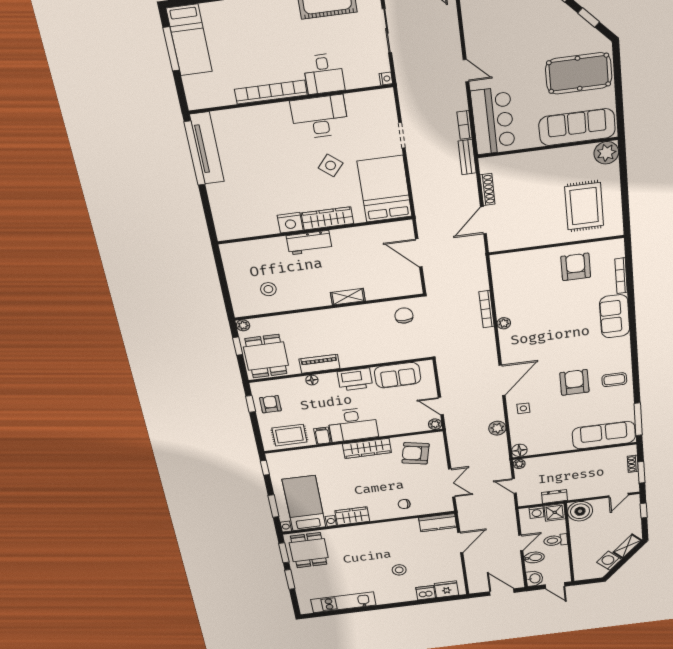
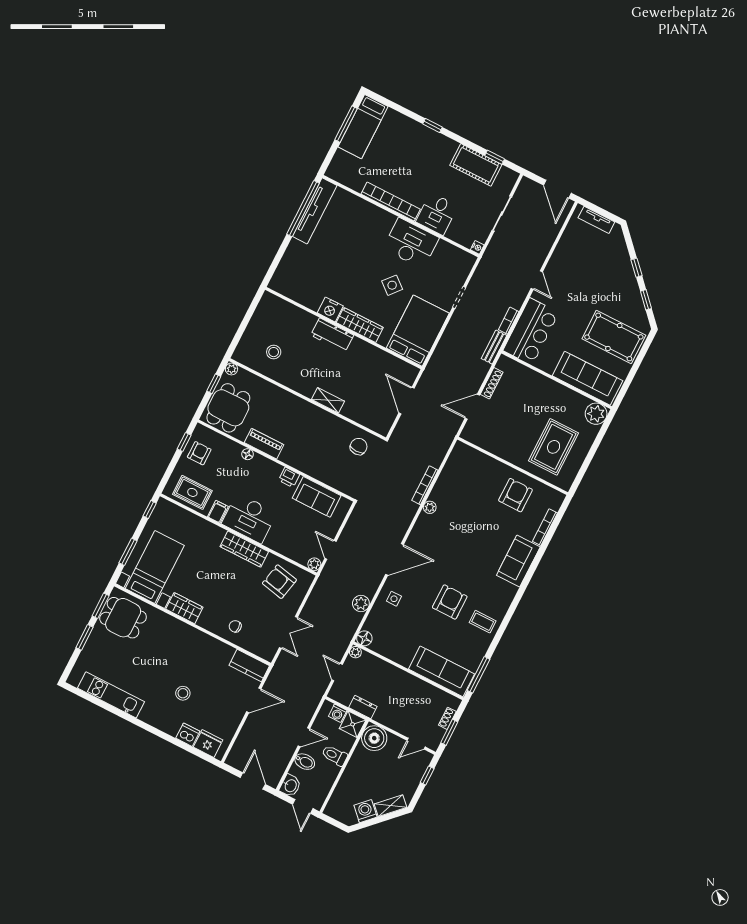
printer: (355, 379) -> (289, 477), width x0.53, depth x0.68
dining table: (309, 550) -> (123, 618), turned 90

